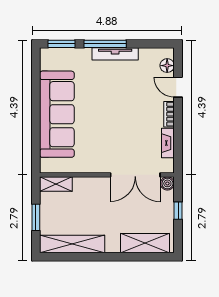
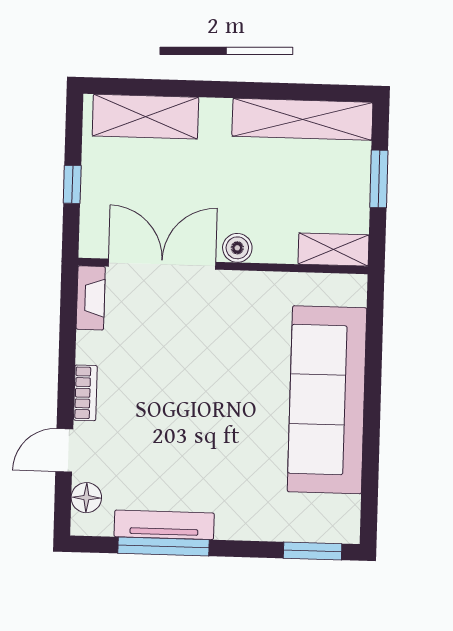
window: (105, 44) -> (163, 547), moved
tv unit: (115, 54) -> (164, 525), moved
door: (178, 87) -> (64, 450), swing flipped
fireplace: (168, 143) -> (91, 298), moved
boiler: (167, 183) -> (237, 248), moved

